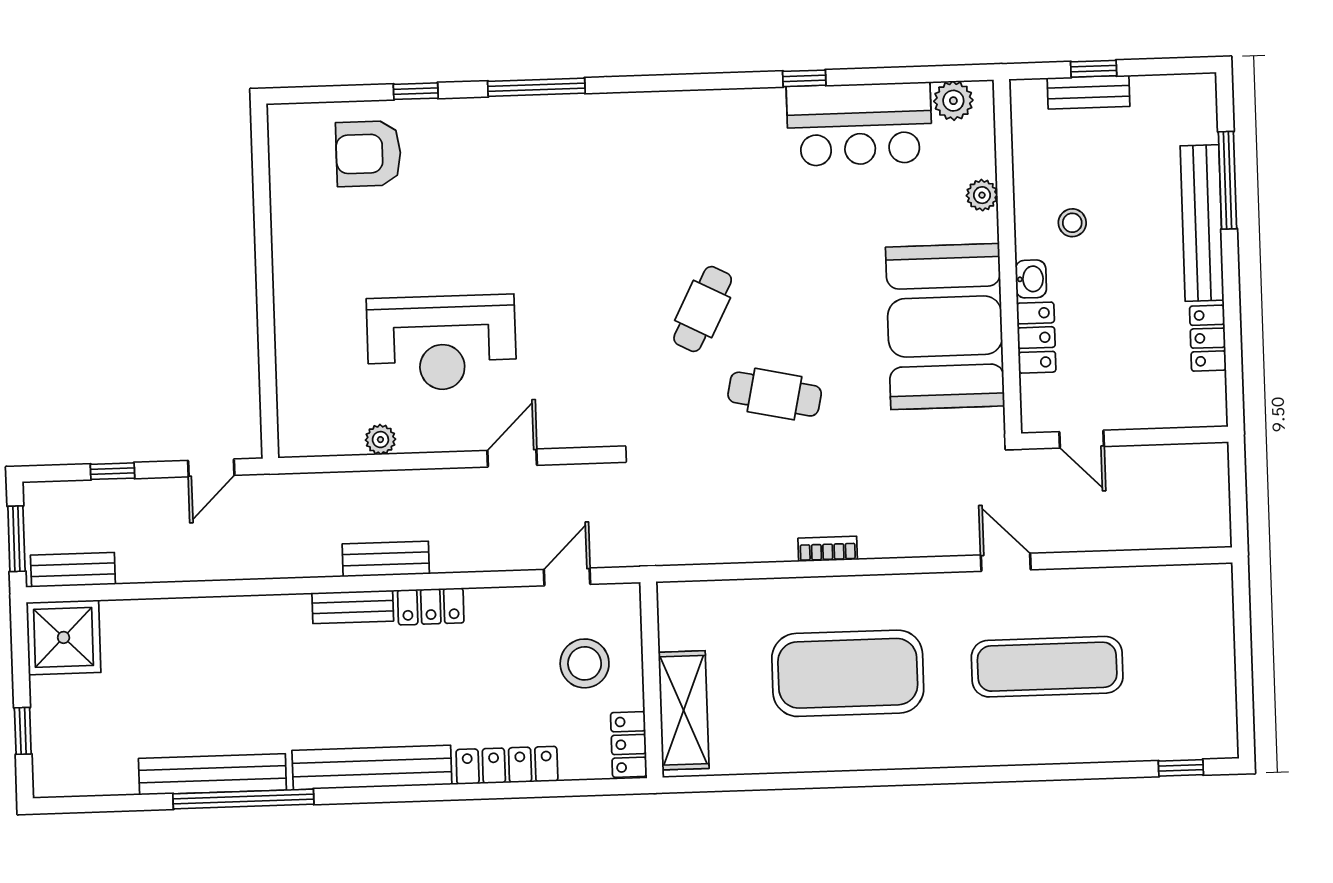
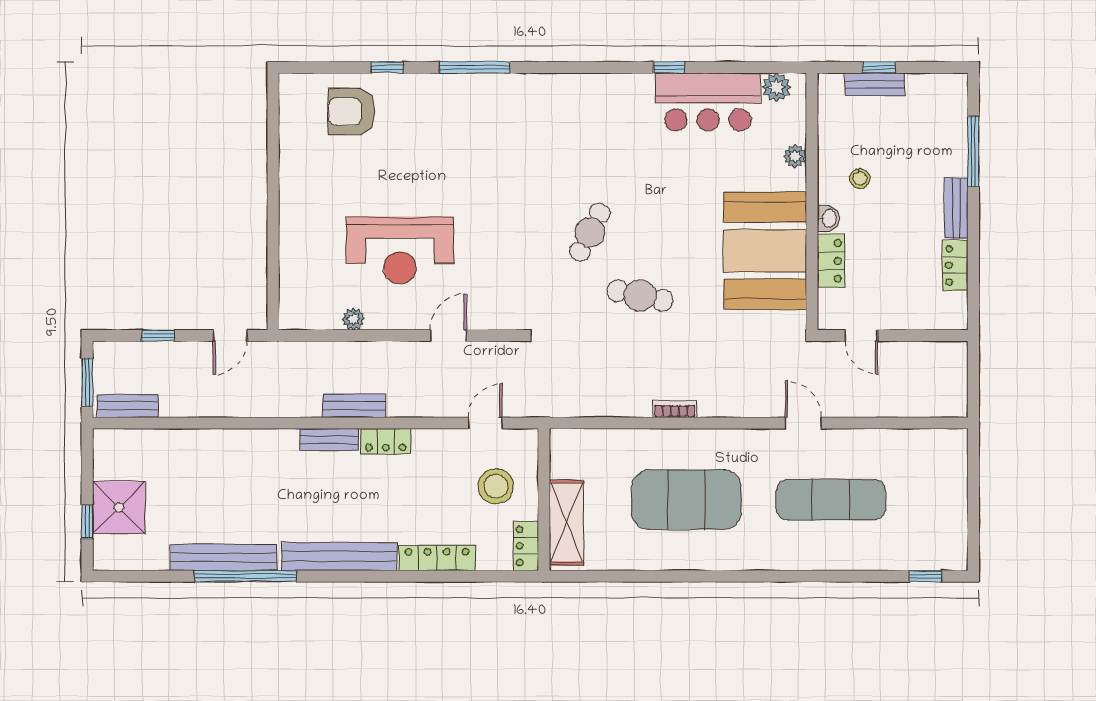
bench: (1202, 223) -> (956, 208), width x0.54, depth x0.82
shower: (64, 637) -> (119, 508), moved

